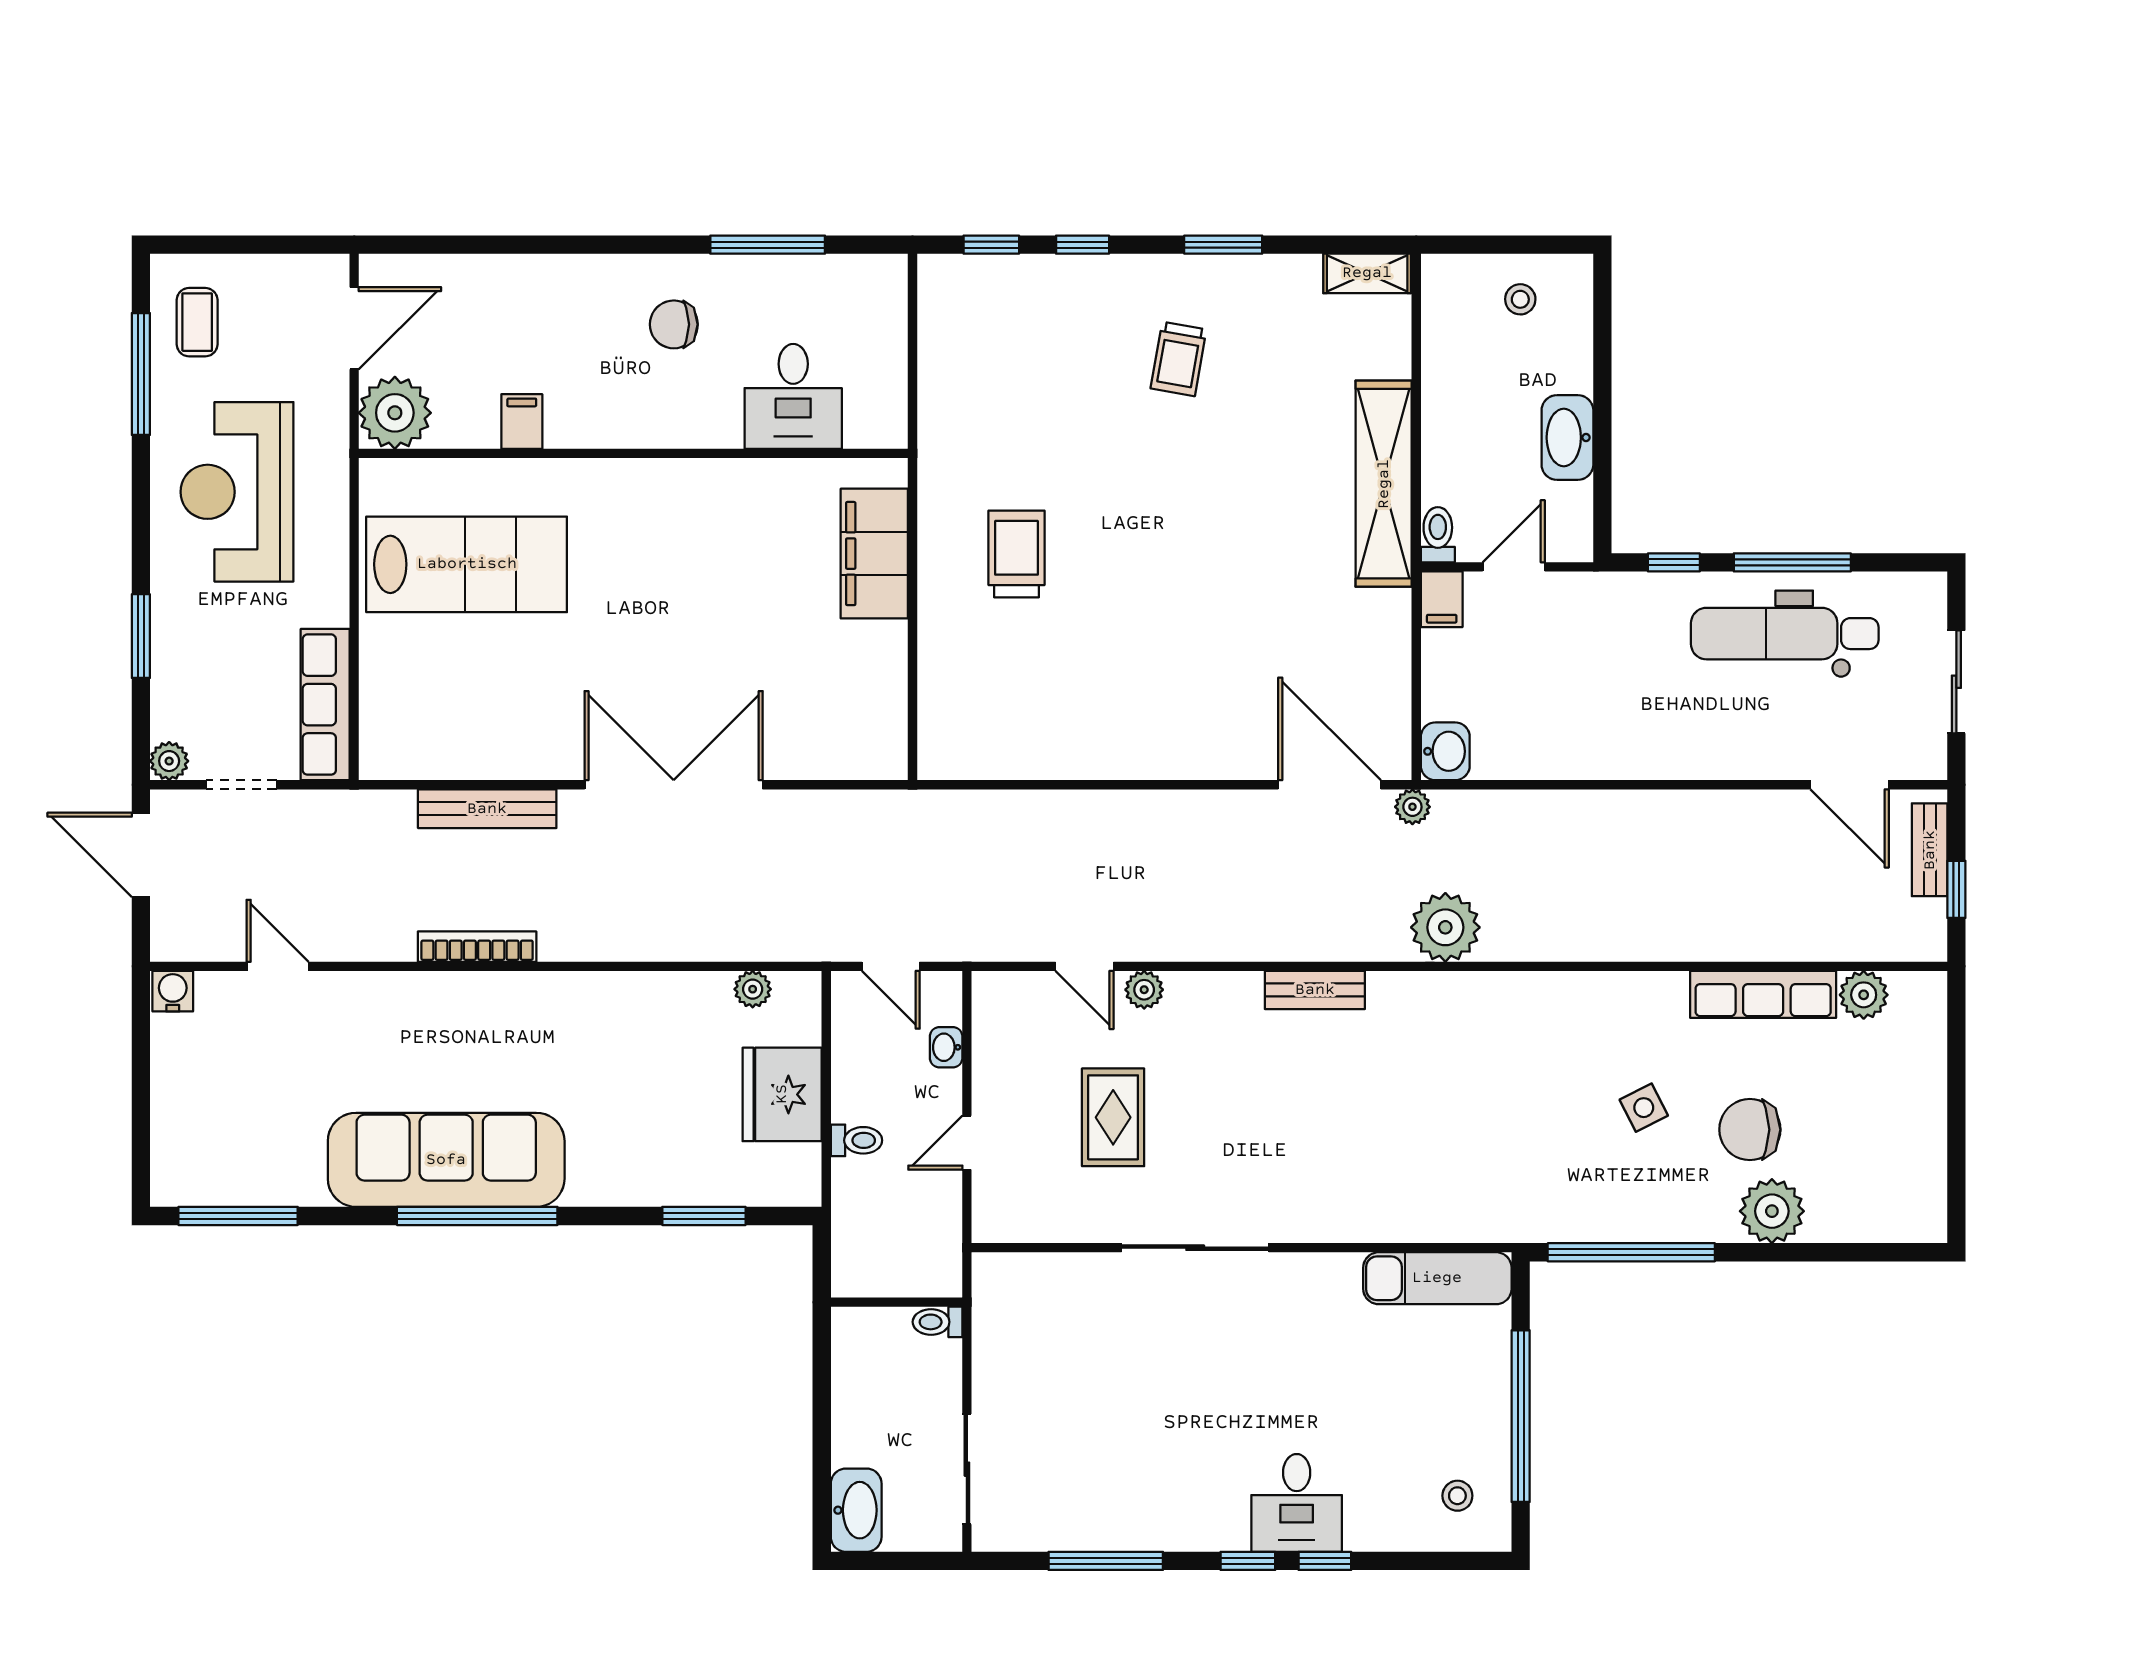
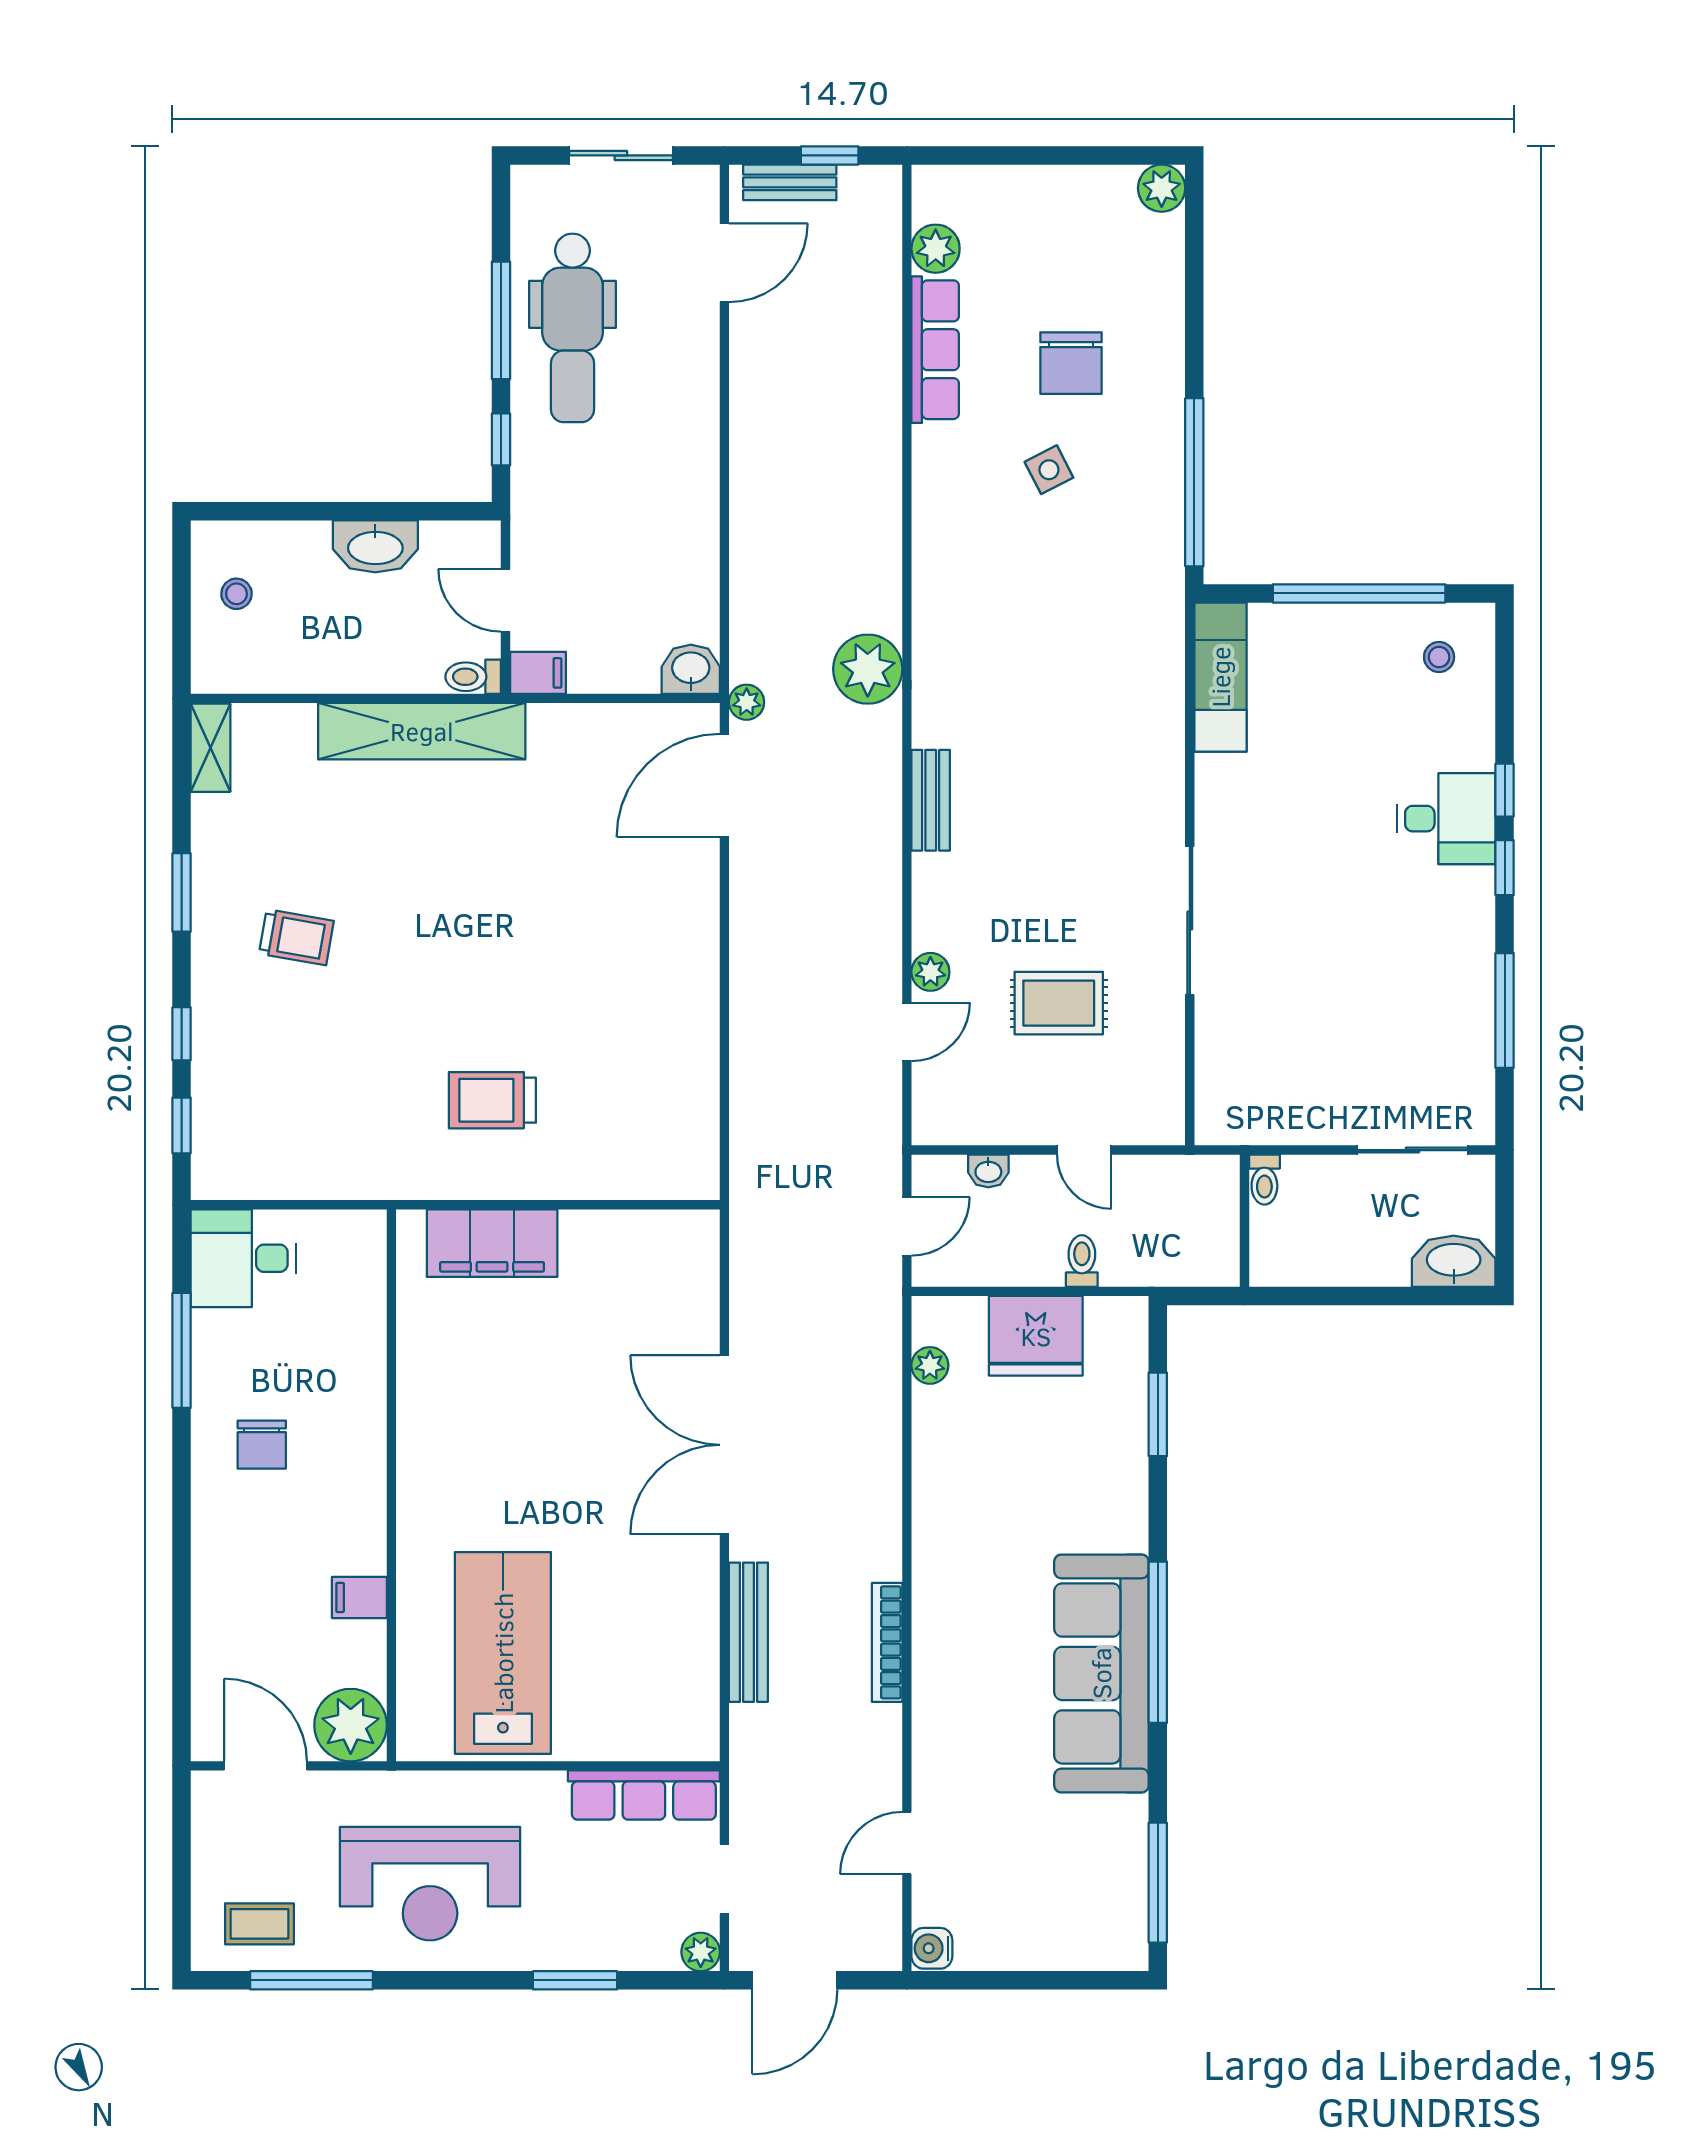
desk: (793, 396) -> (243, 1258), moved, turned 180
plant: (1772, 1211) -> (1162, 188), moved, width x0.73, depth x0.73

